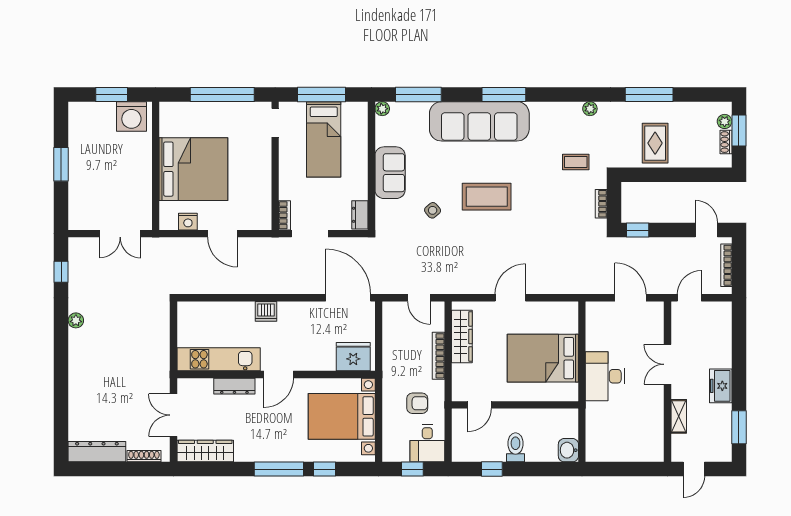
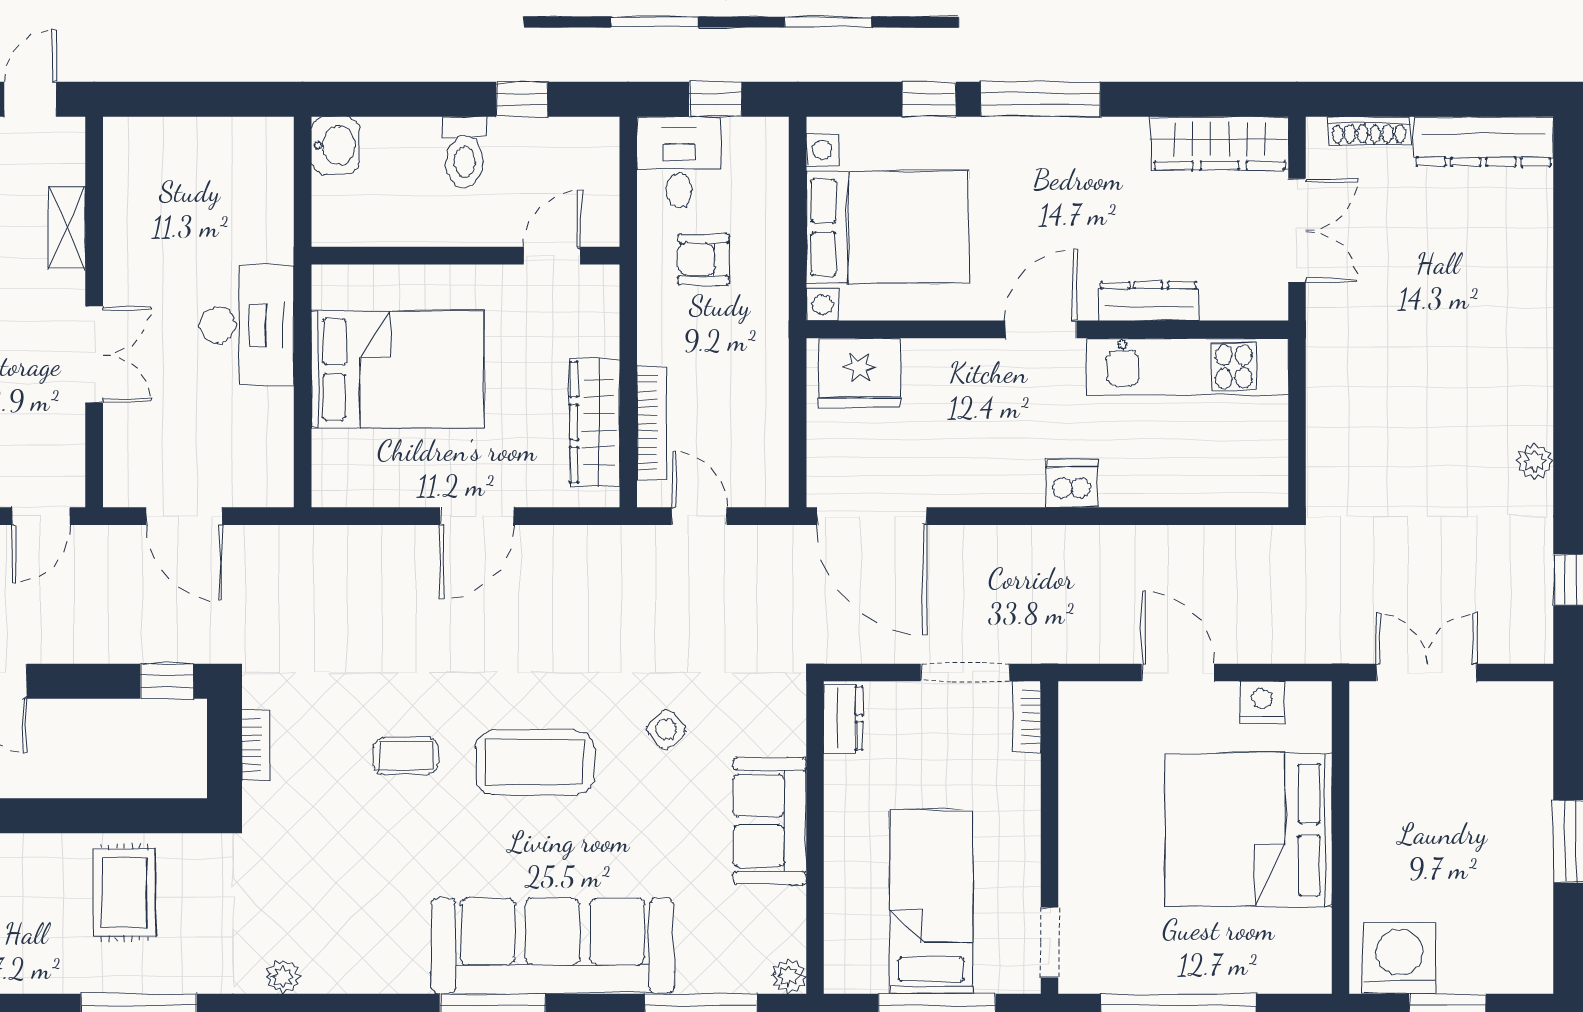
coffee table: (576, 162) -> (406, 756), moved
bookcase: (439, 356) -> (652, 423), moved

